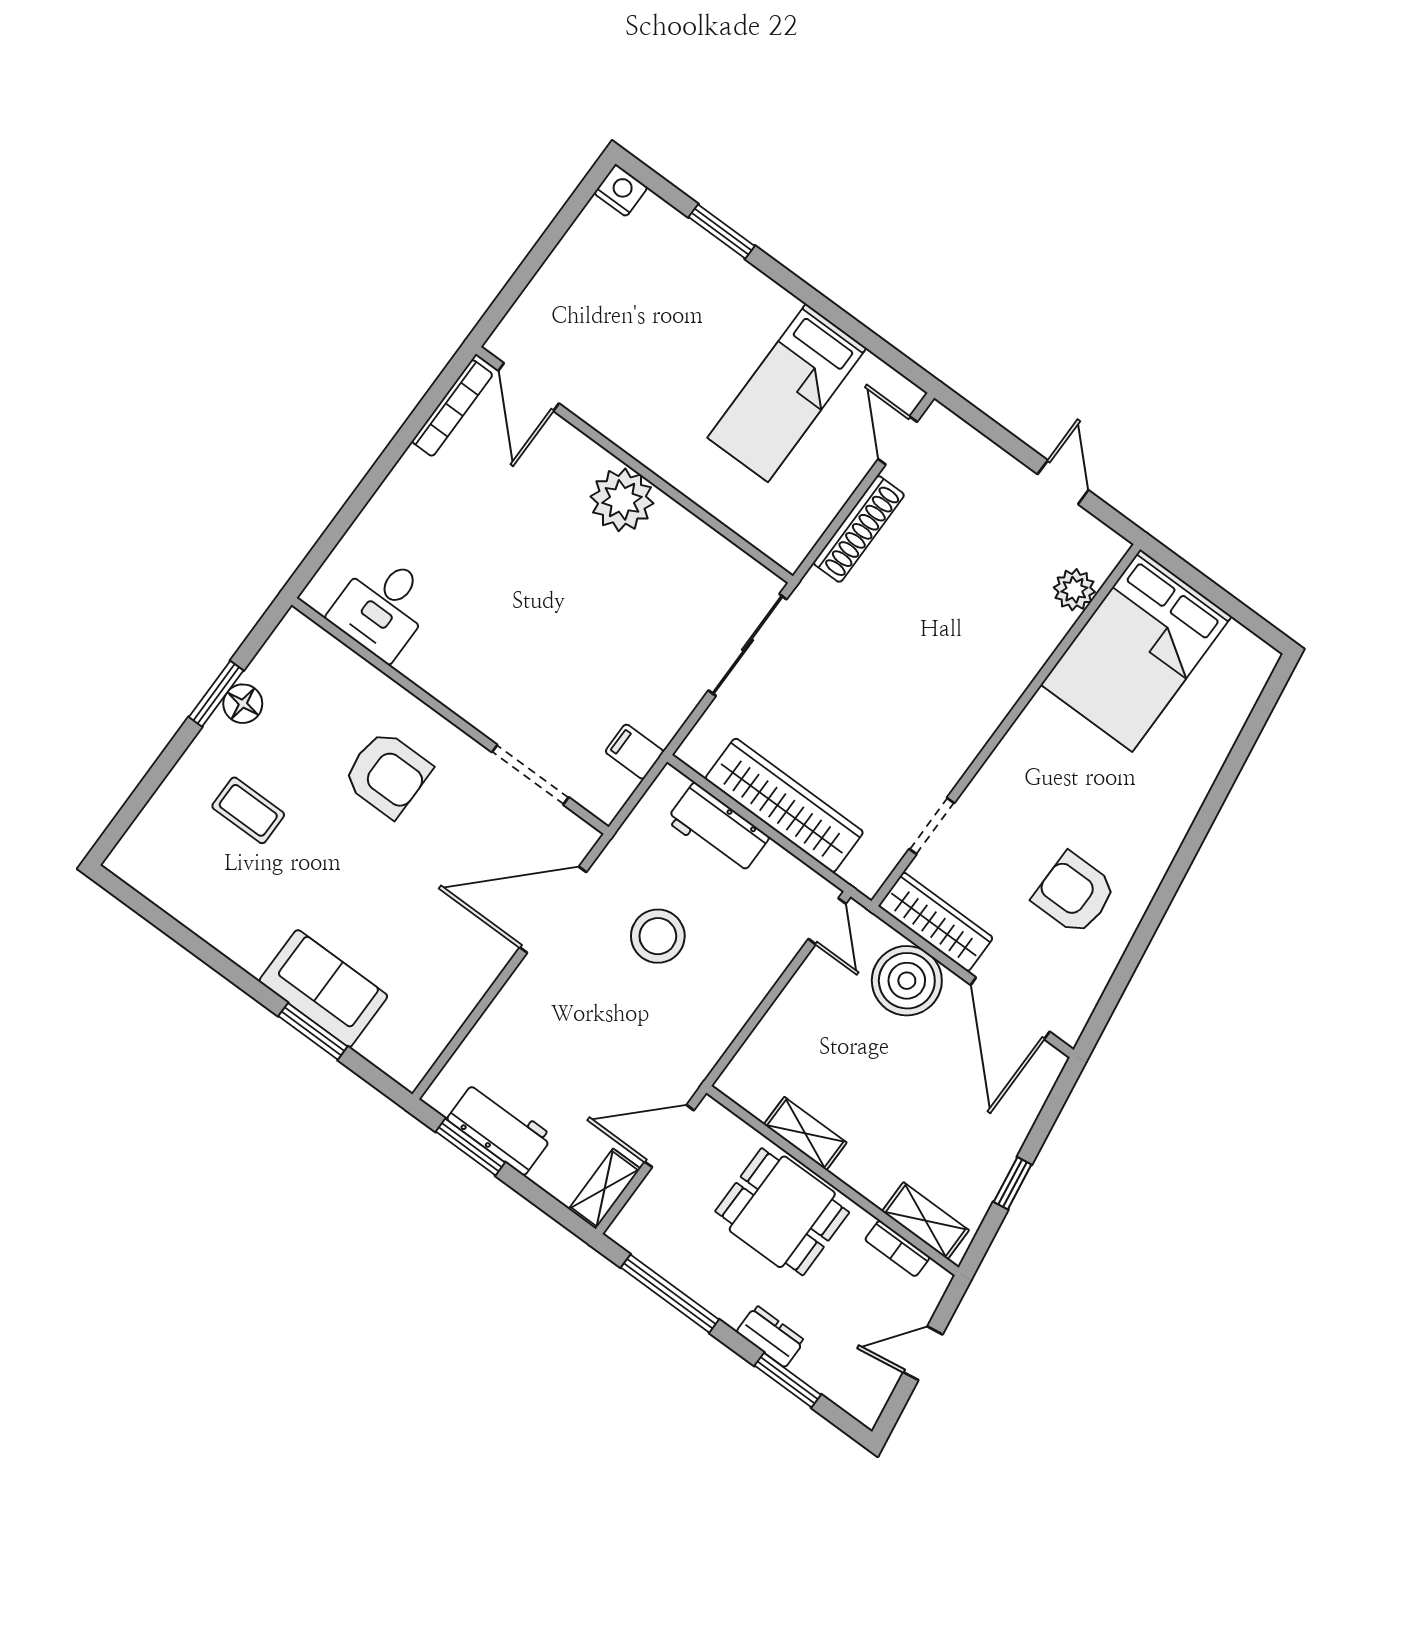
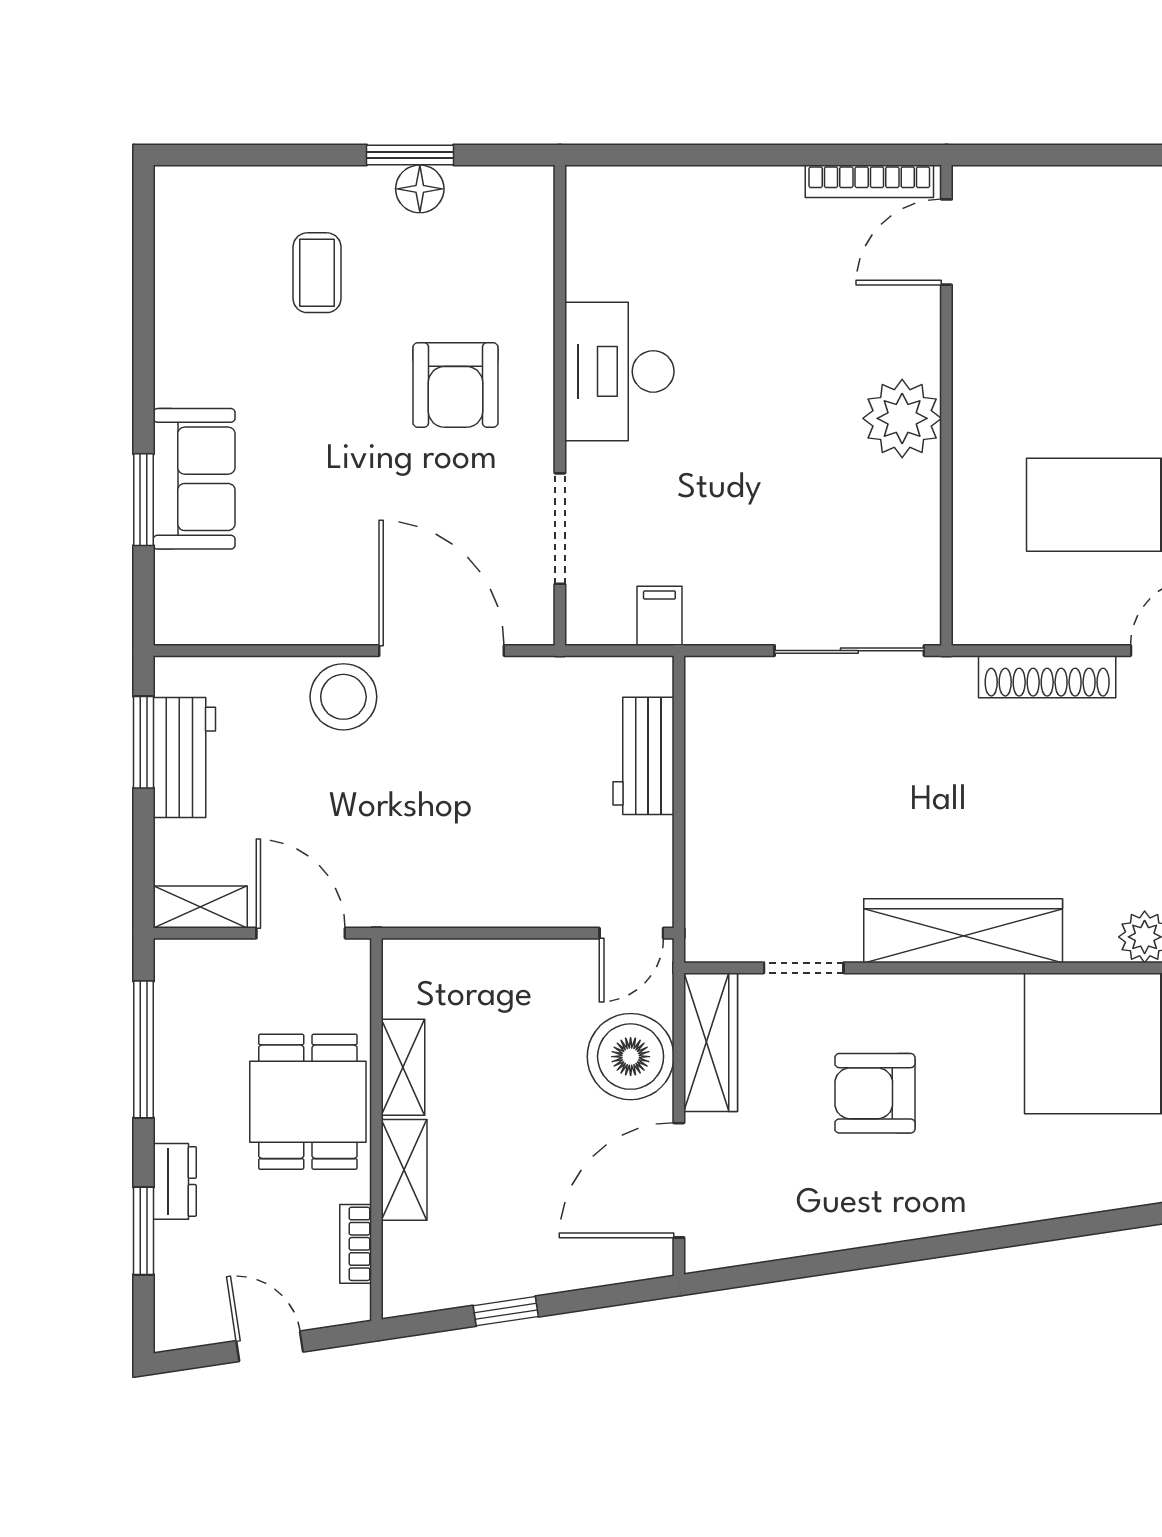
desk: (382, 607) -> (619, 371), moved, width x1.37
wardrobe: (784, 805) -> (963, 931), moved, turned -90
armchair: (1074, 894) -> (875, 1093), moved, turned -90
stool: (658, 936) -> (343, 697), moved
shelving: (925, 1221) -> (404, 1170), moved

